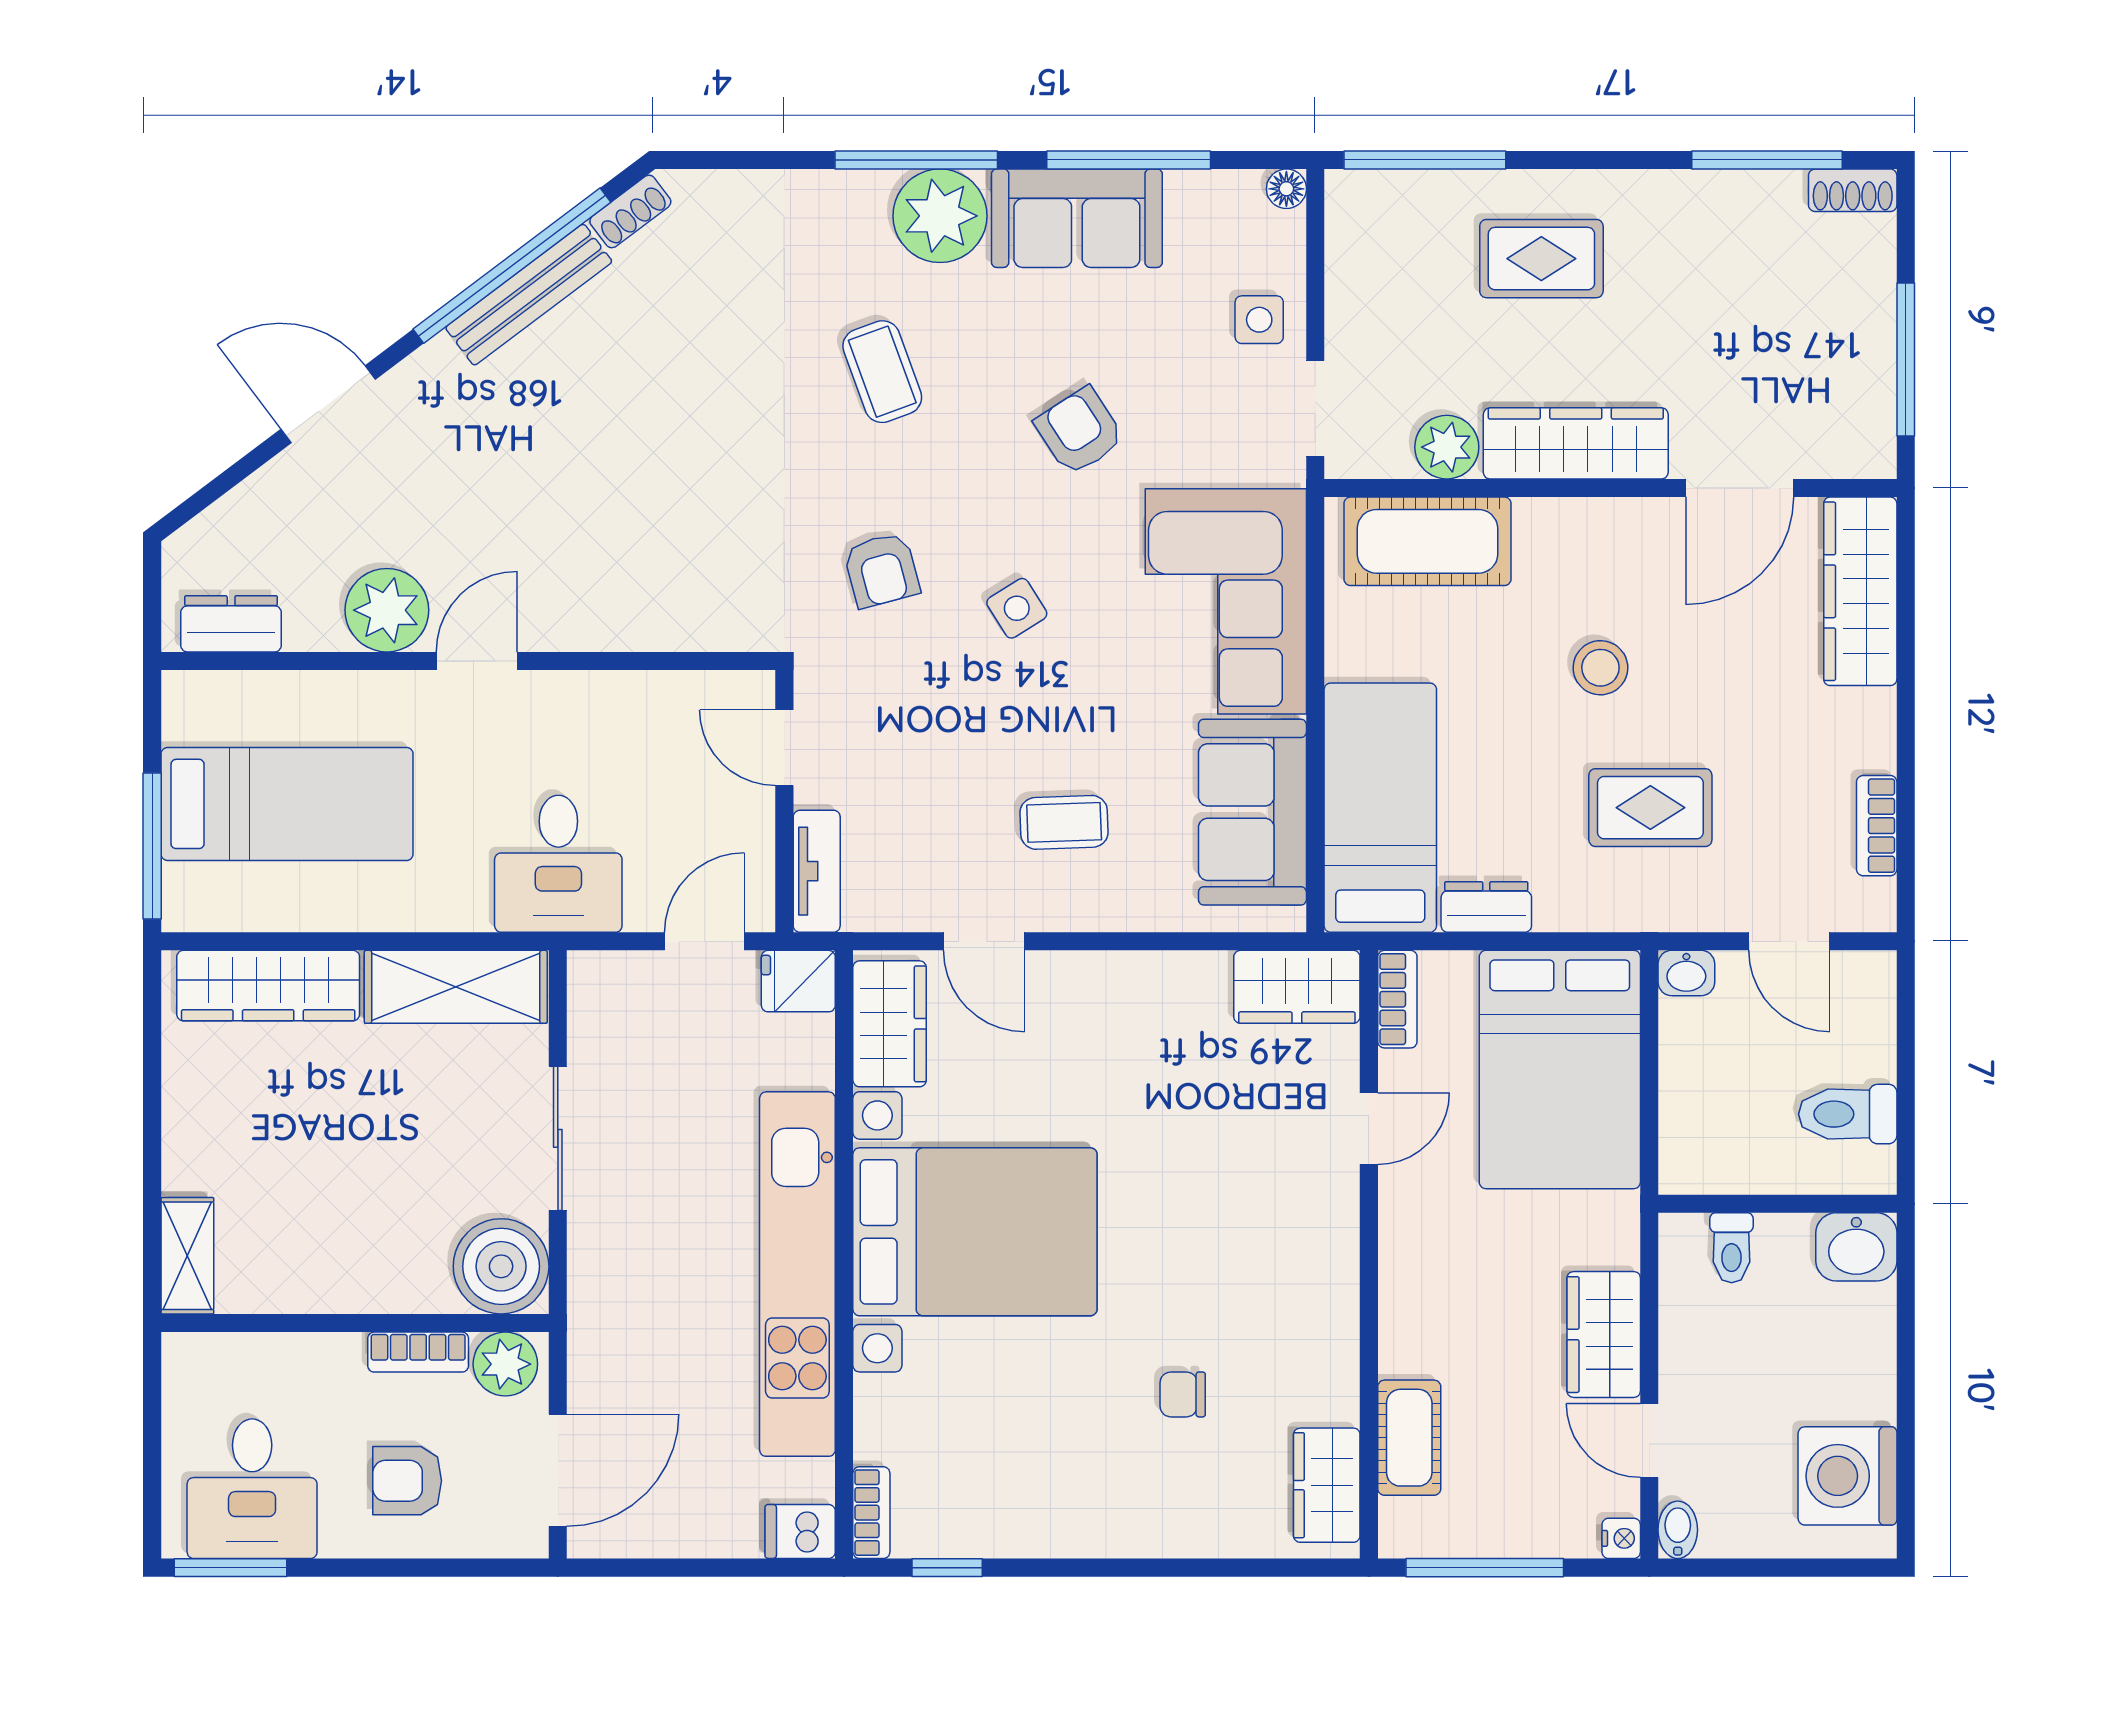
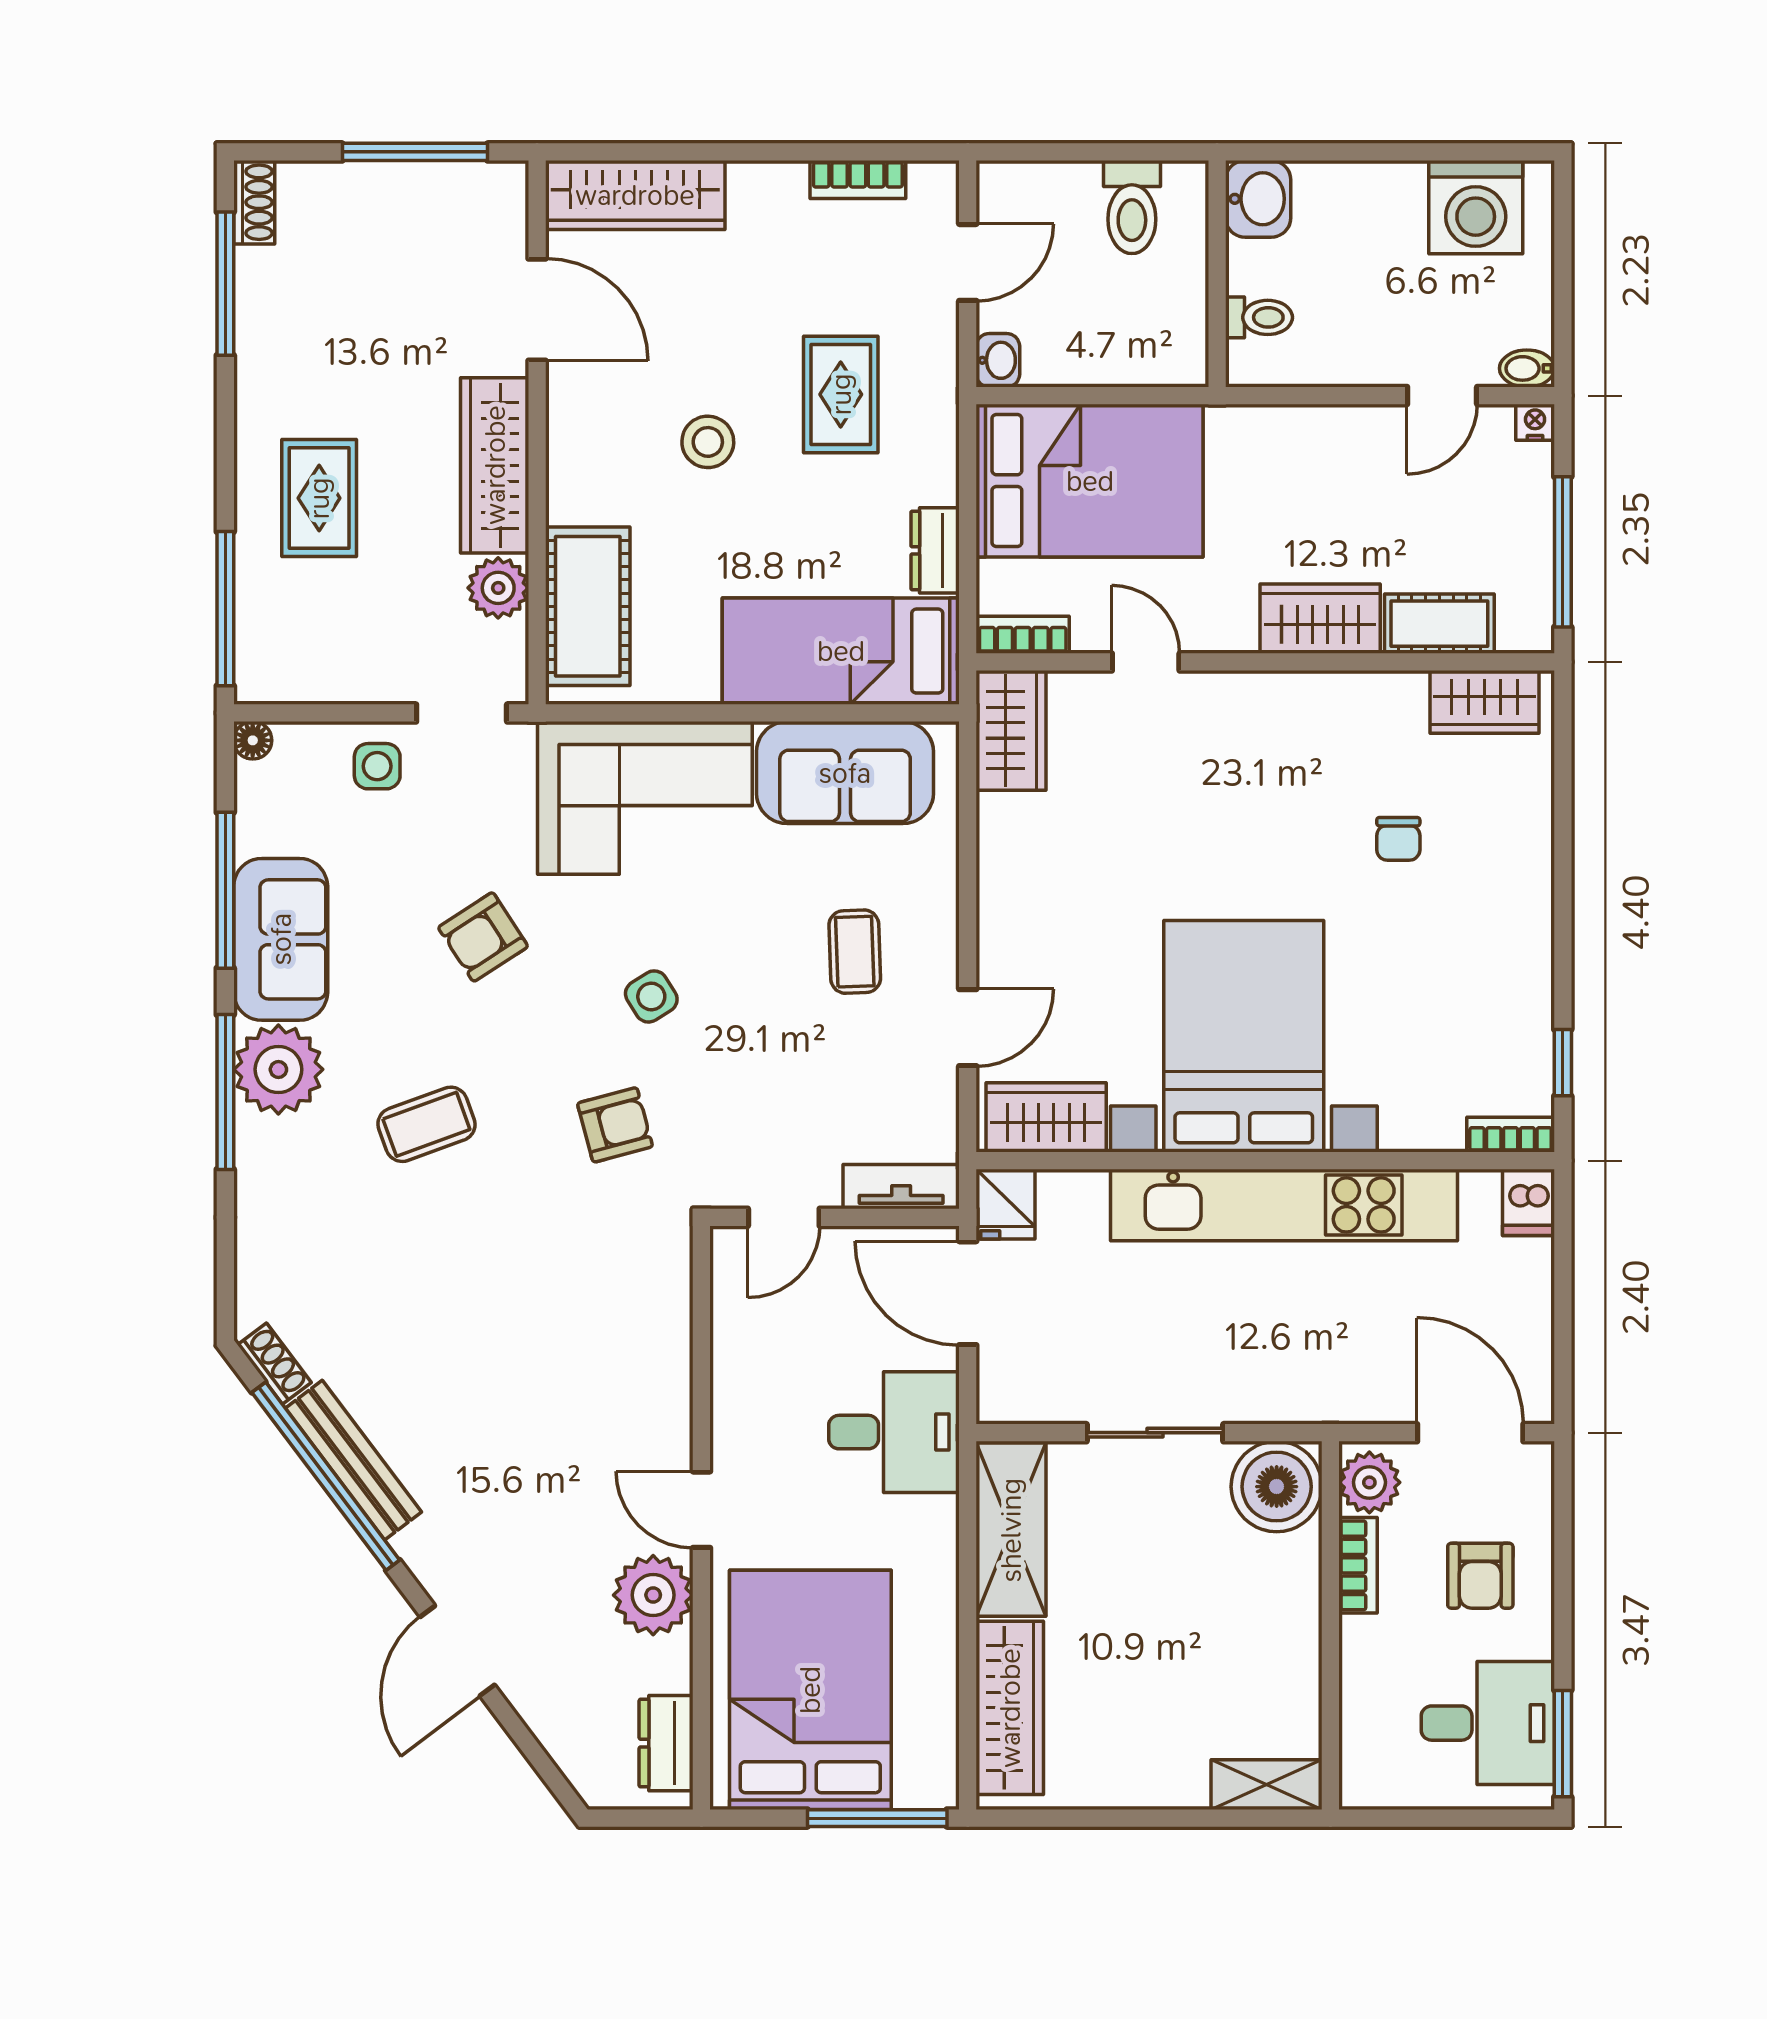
bed: (287, 804) -> (810, 1690), width x1.50
door: (705, 941) -> (968, 1293), width x1.38
wardrobe: (1604, 1335) -> (1320, 619), moved, turned 180

